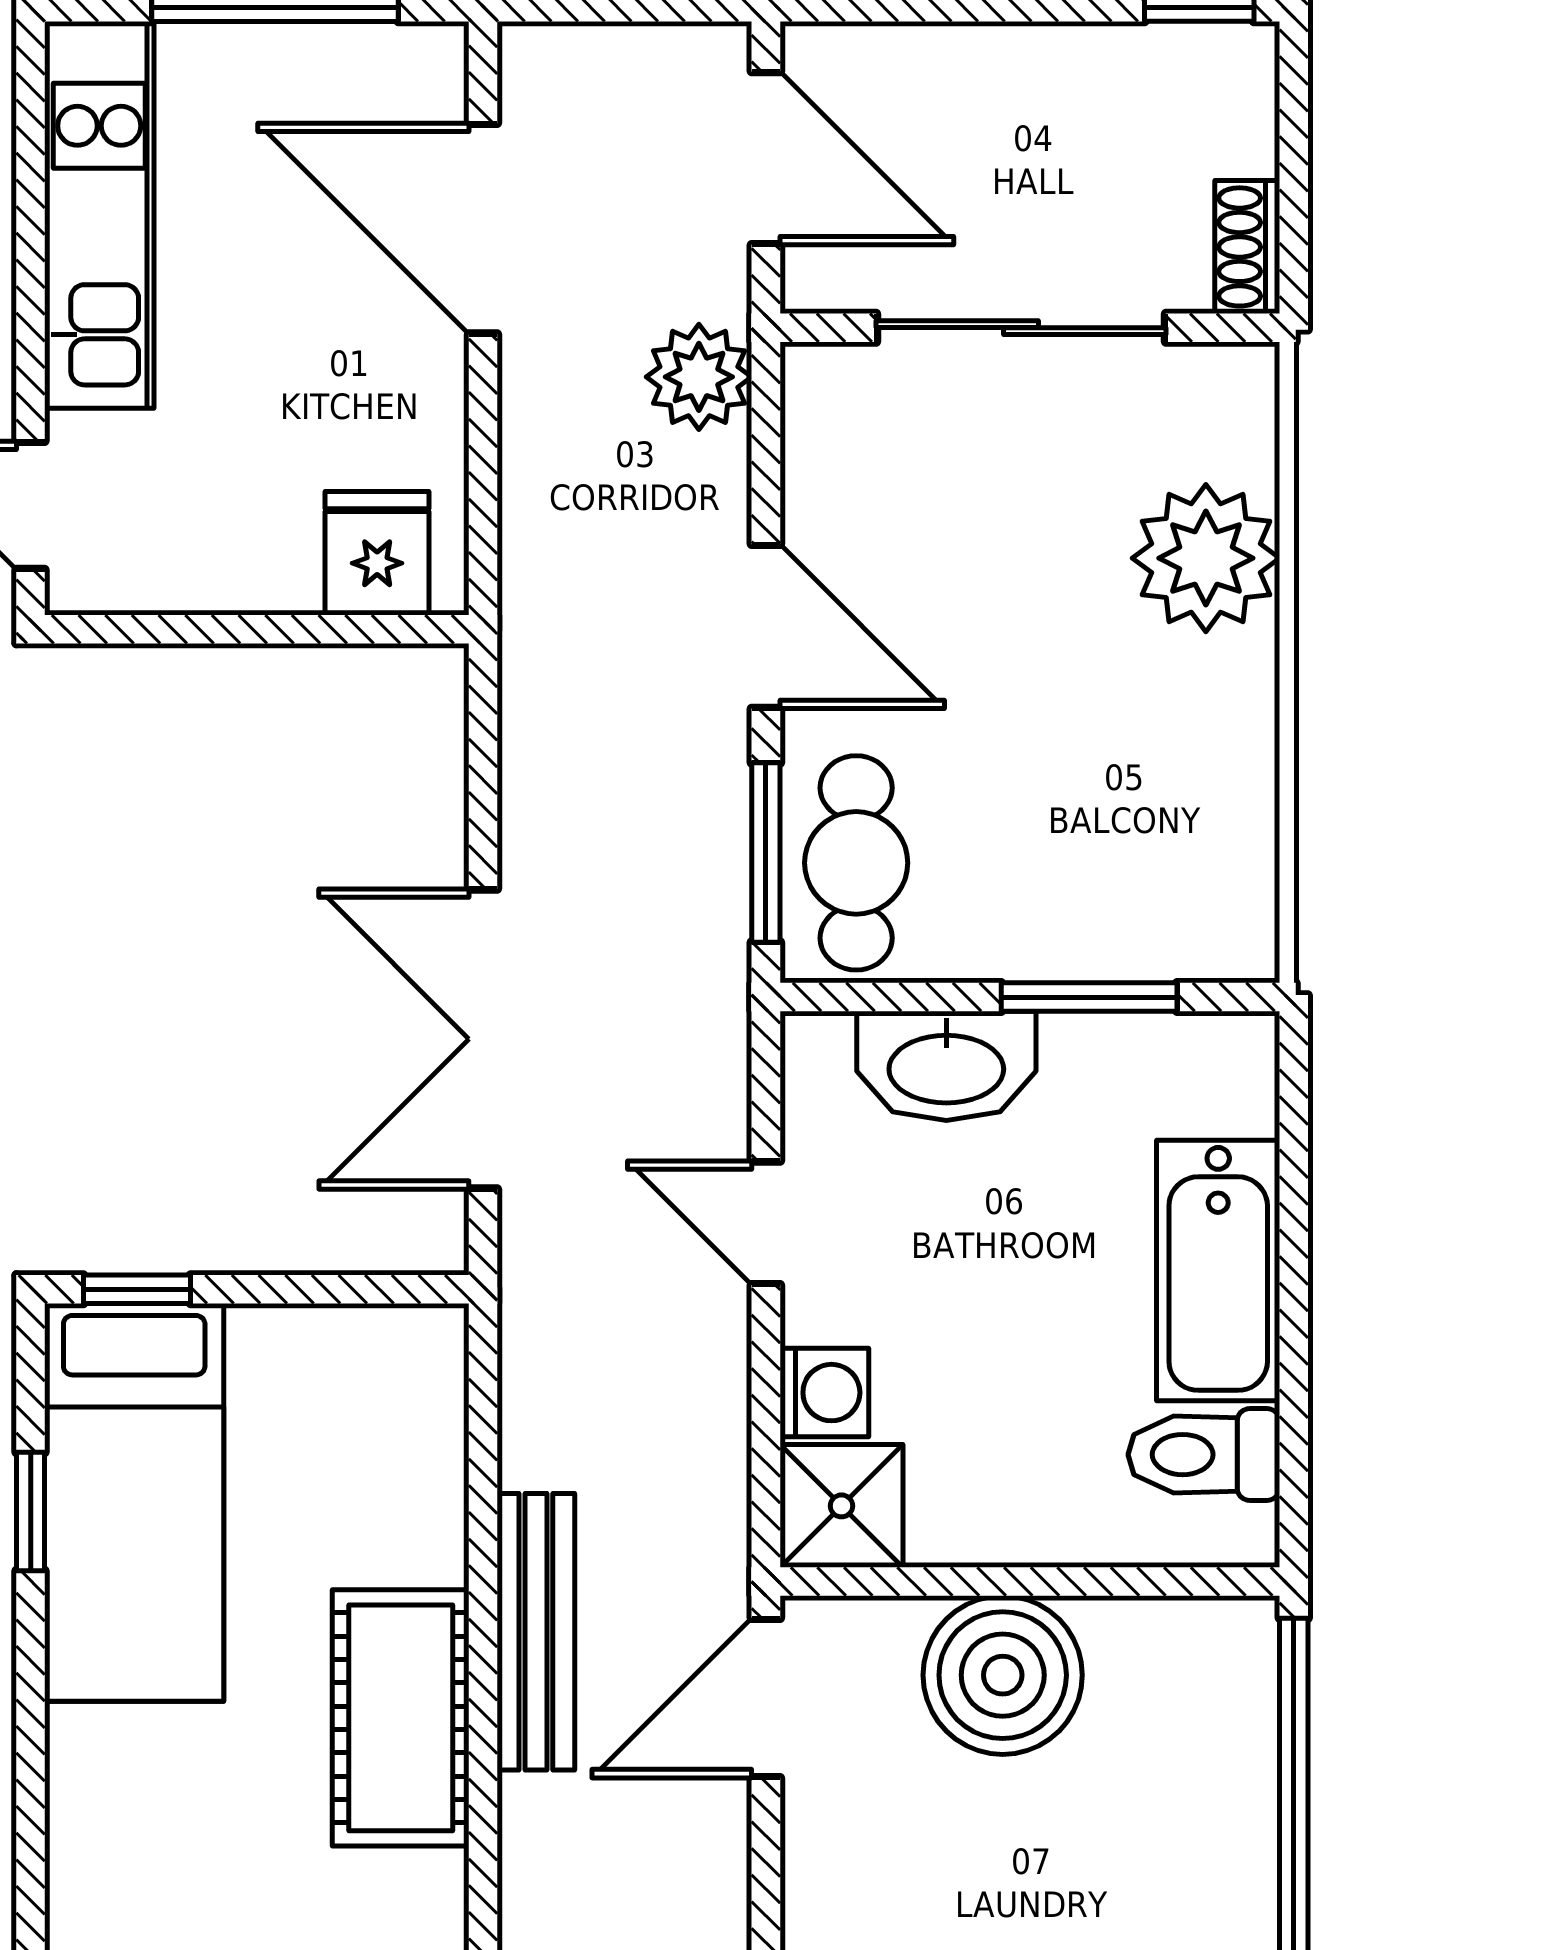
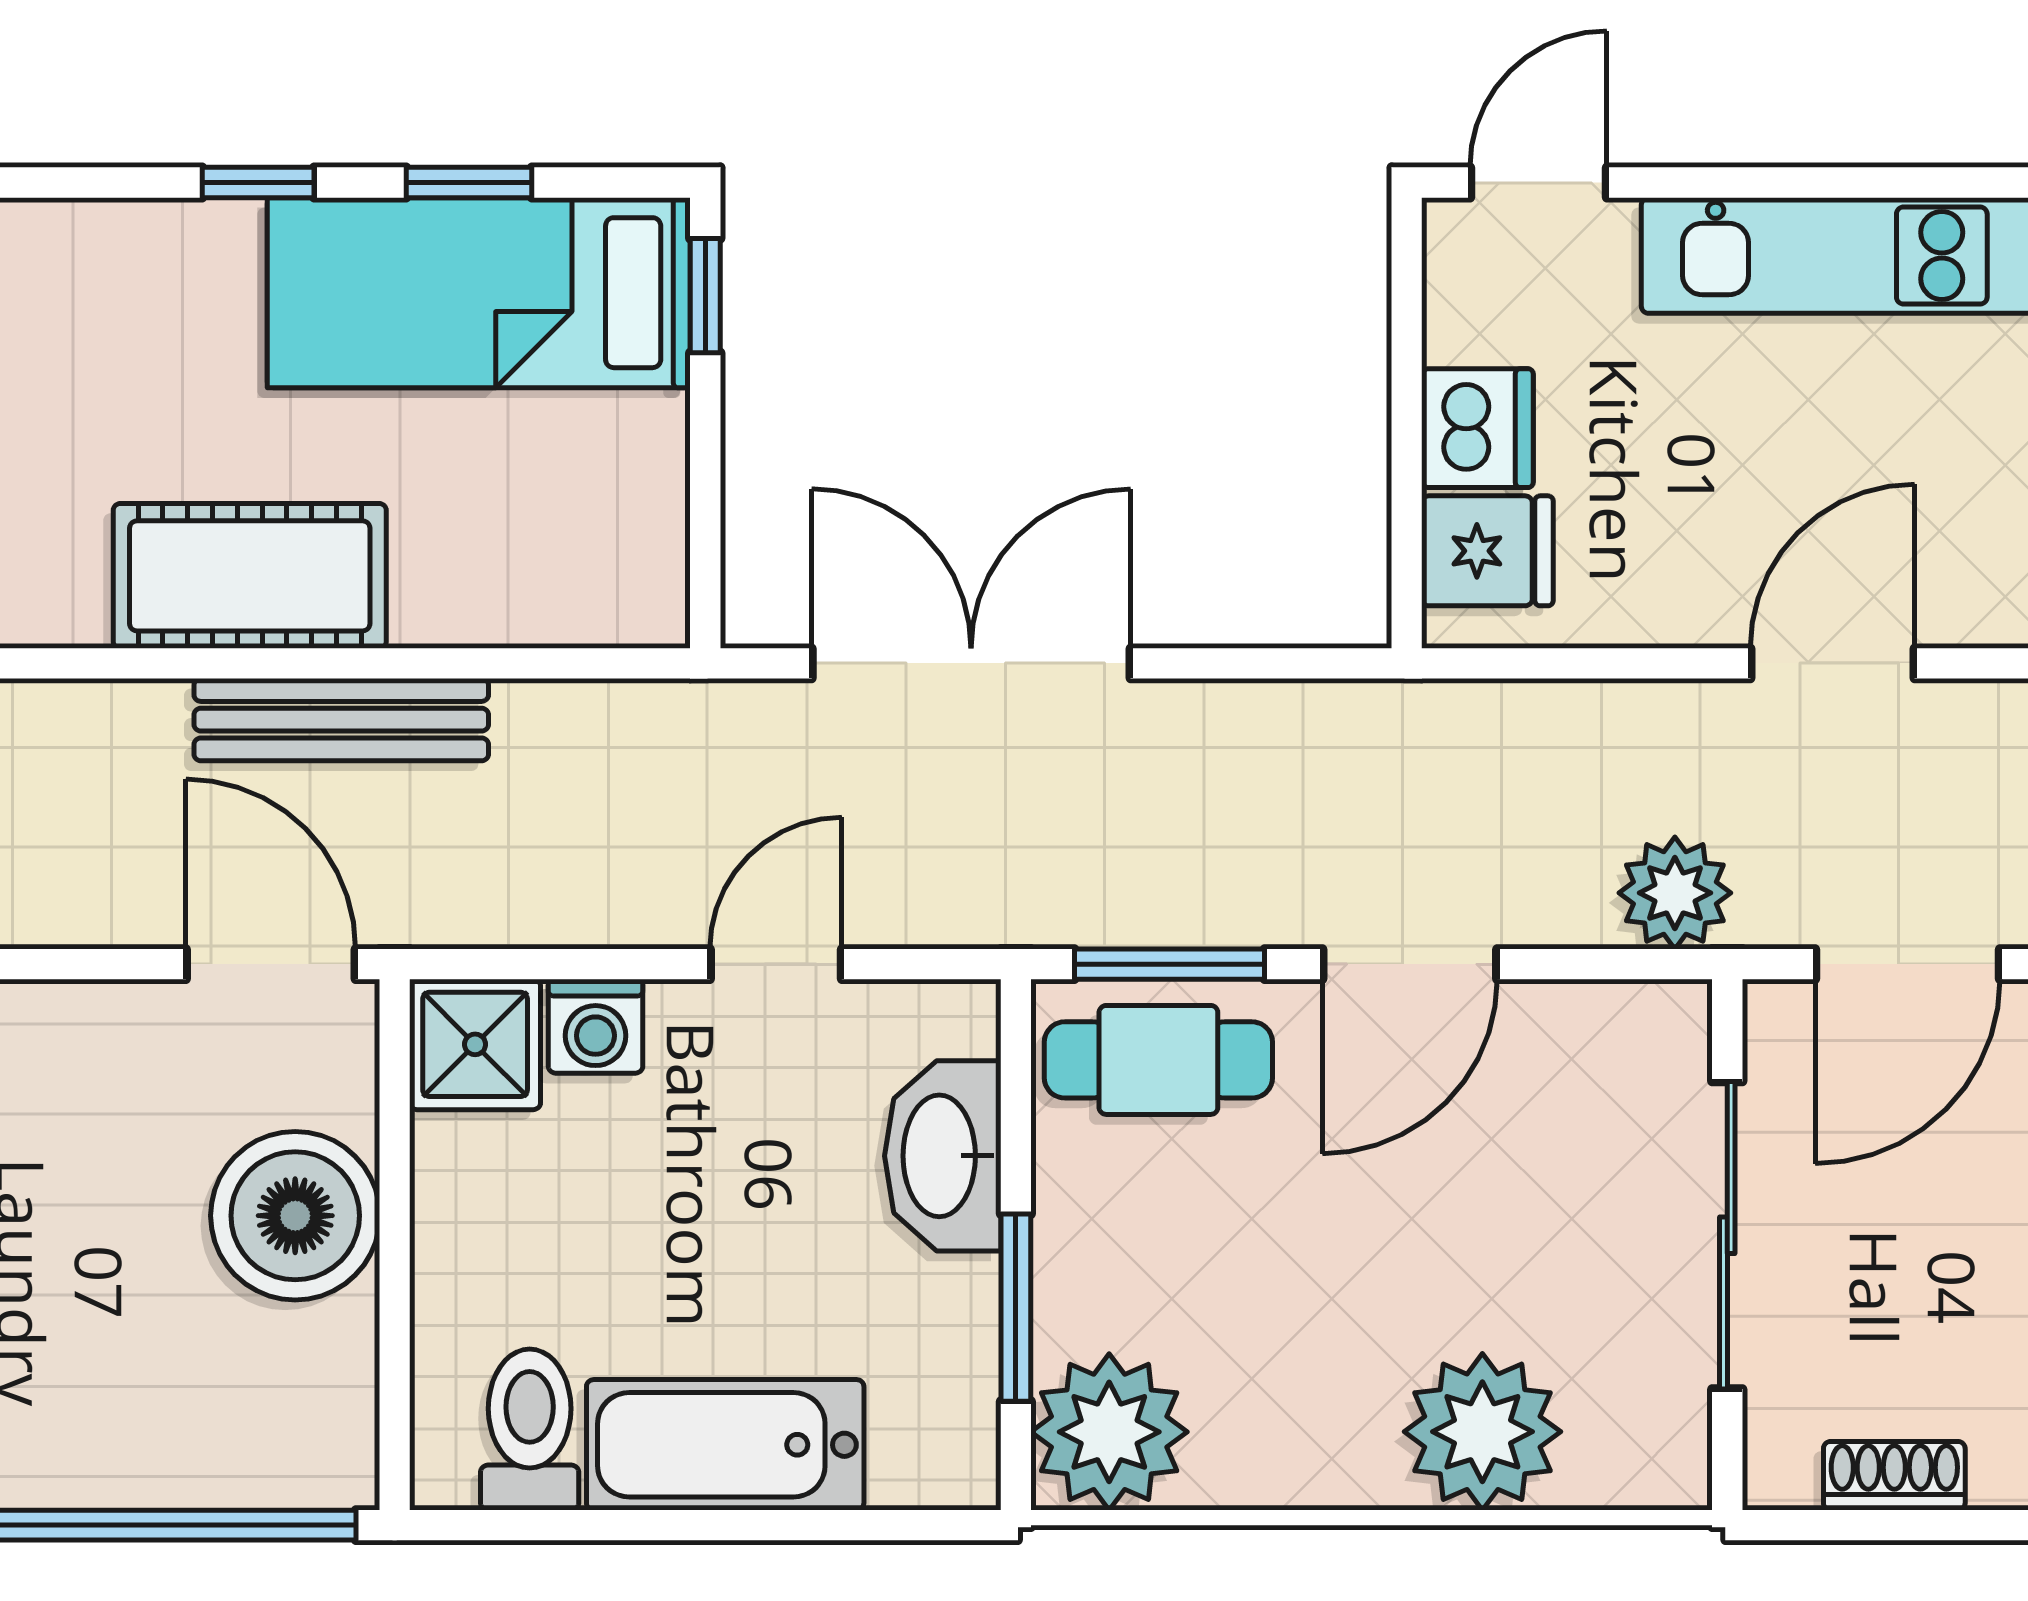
door: (483, 229) -> (1833, 663), width x0.73
shoe rack: (1247, 247) -> (1894, 1476), moved
dishwasher: (262, 563) -> (1477, 428), added
plant: (1206, 909) -> (1109, 1432), added
window: (31, 1710) -> (258, 183), added

